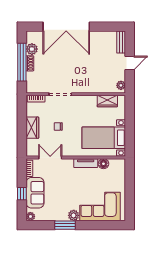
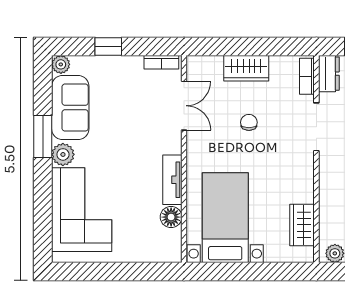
dresser: (35, 88) -> (329, 74), added
sofa: (35, 193) -> (70, 108), moved, turned -90

